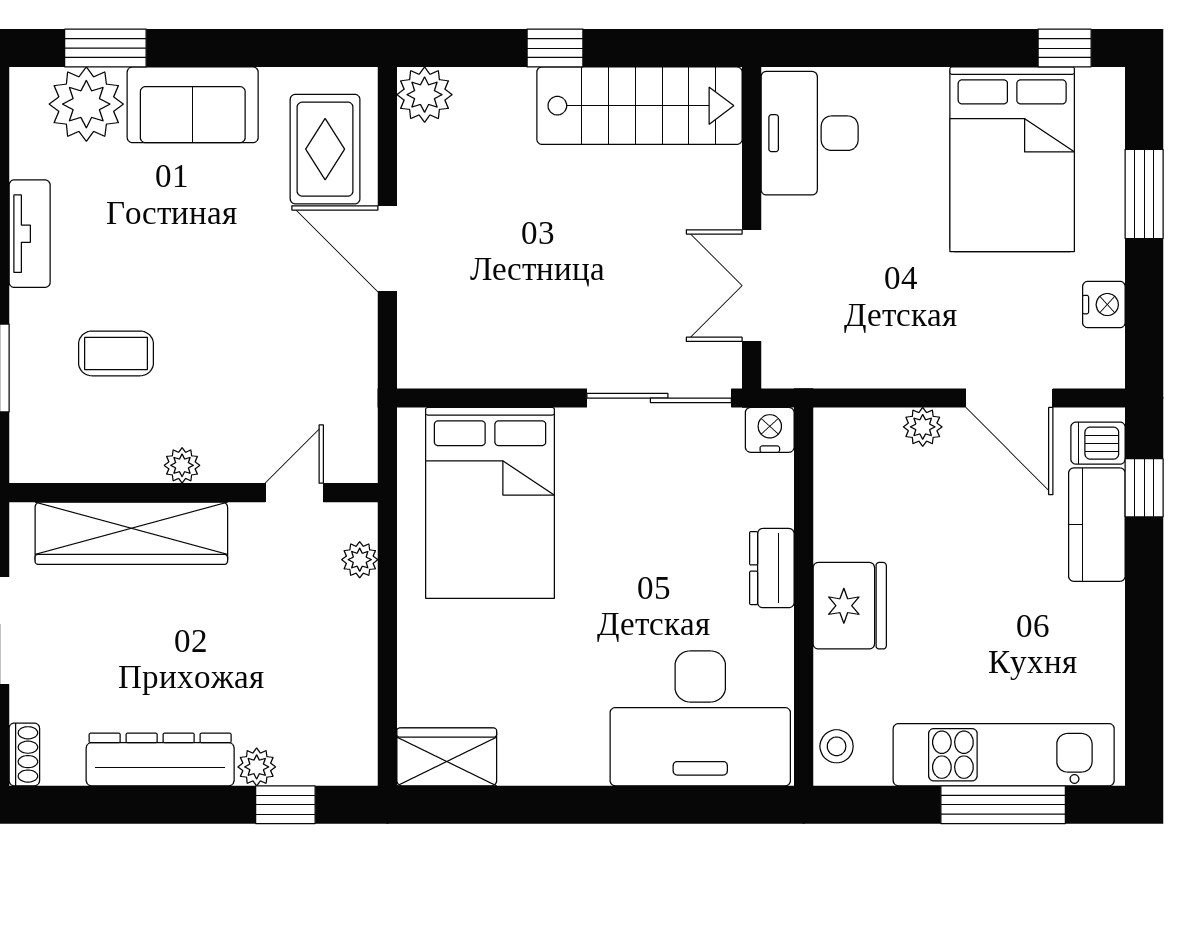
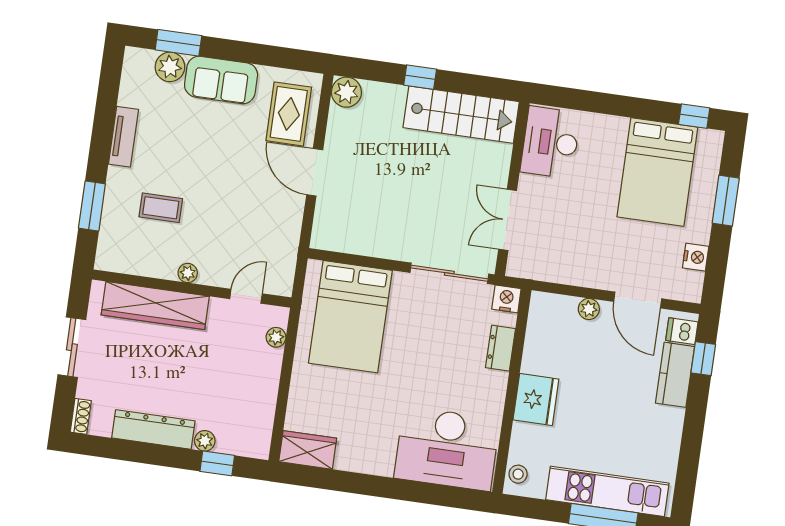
plant: (86, 104) -> (170, 67), width x0.73, depth x0.73
dresser: (772, 568) -> (501, 348), moved

